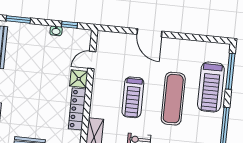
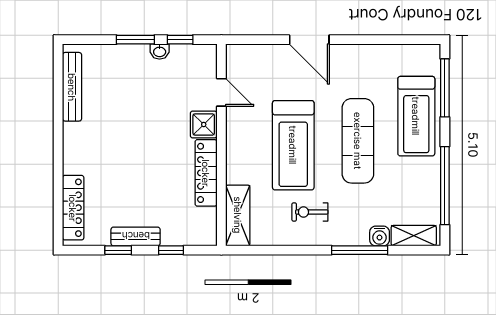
window: (18, 20) -> (135, 40), moved
door: (92, 60) -> (221, 92), swing flipped
treadmill: (133, 97) -> (293, 145), width x1.37, depth x1.38

